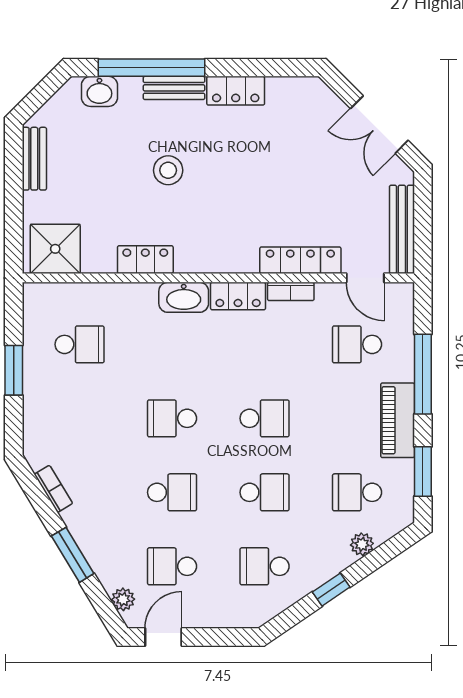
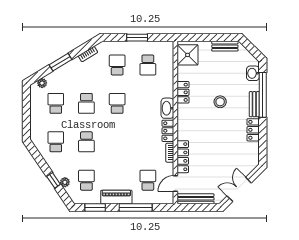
school desk: (265, 418) -> (117, 65), moved, turned 180
window: (331, 590) -> (54, 180), moved
door: (163, 637) -> (26, 100), removed

